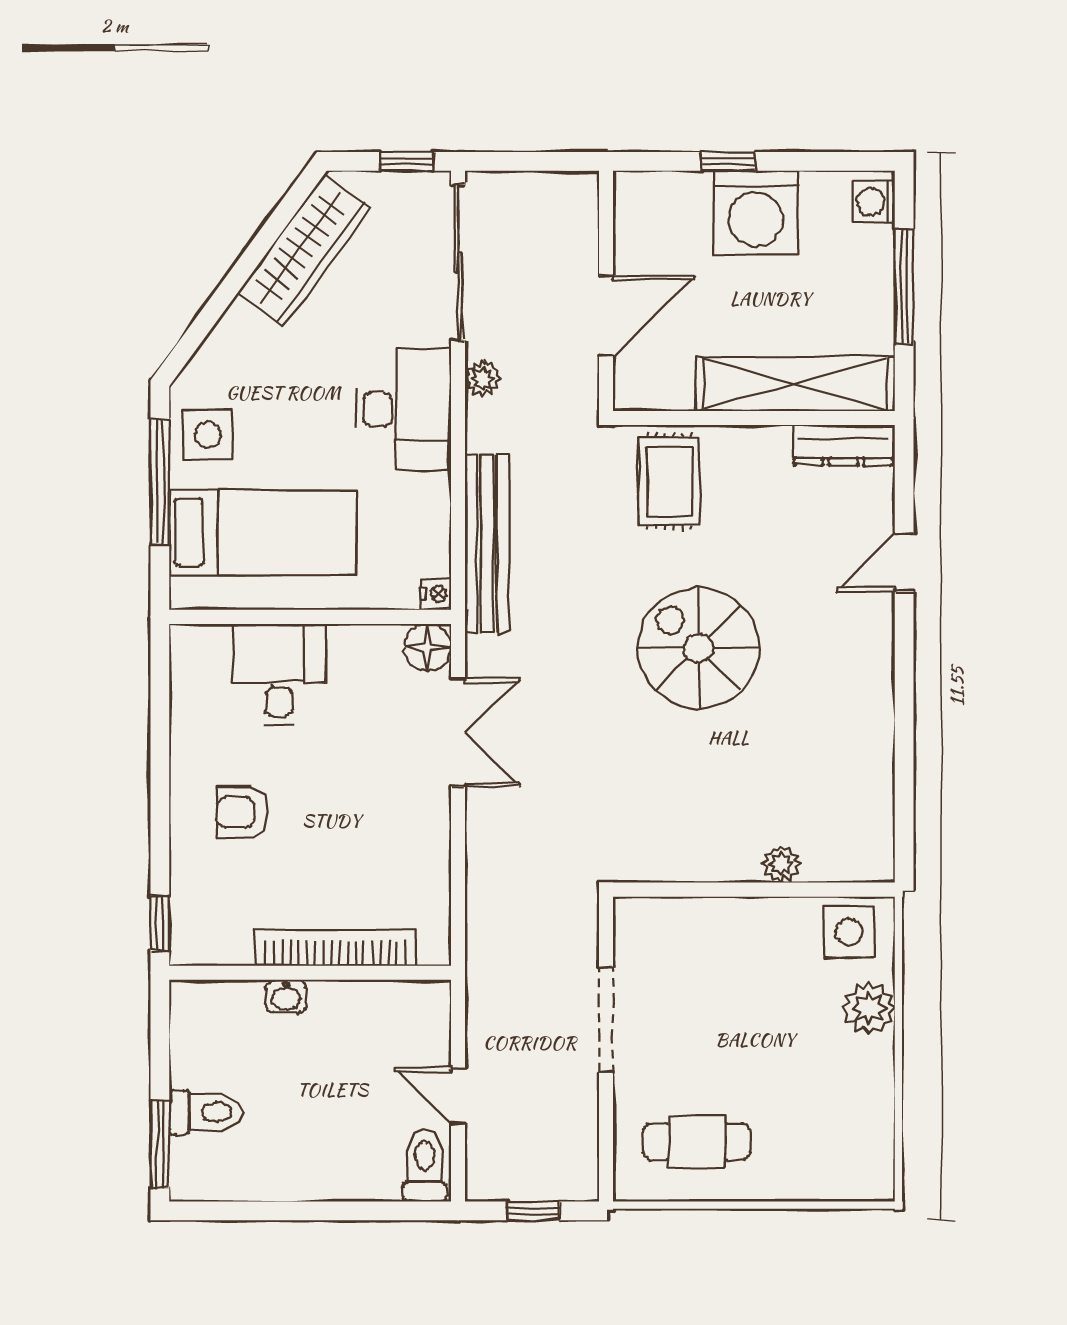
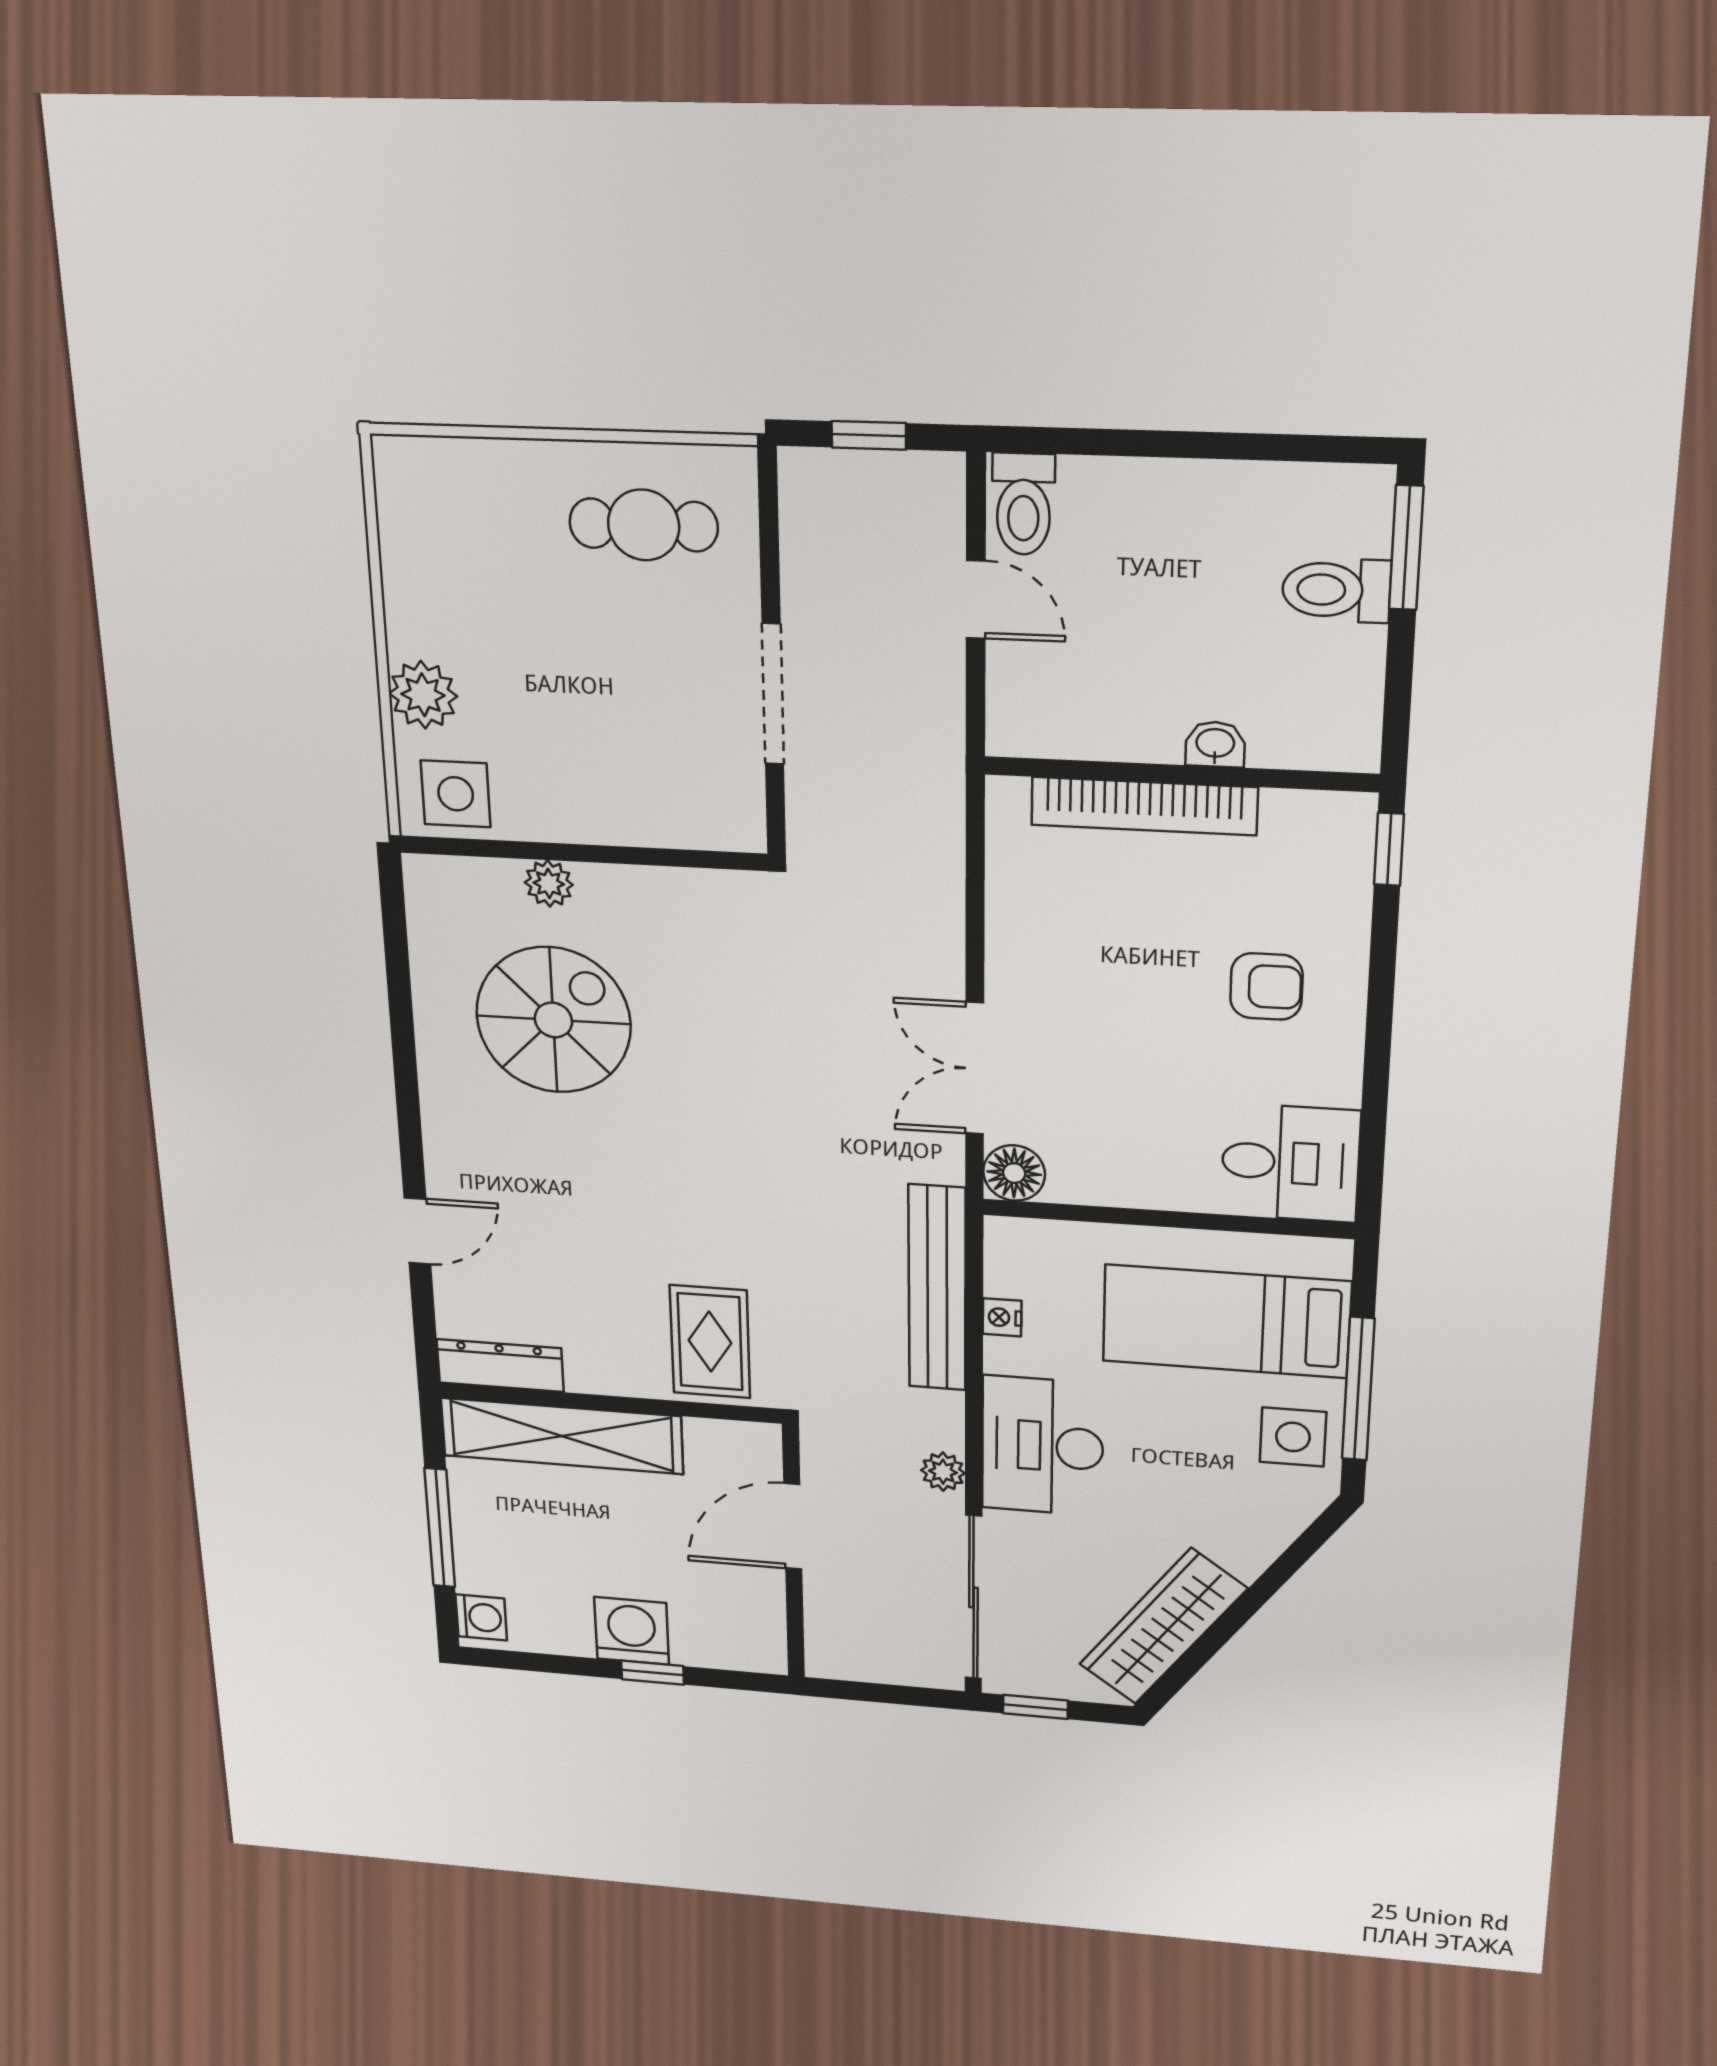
washing machine: (756, 213) -> (632, 1631), width x0.73, depth x0.73
nightstand: (436, 594) -> (1002, 1317), moved
spiral stairs: (698, 648) -> (553, 1020), moved, turned -90
desk: (279, 674) -> (1290, 1163), moved, turned -90

